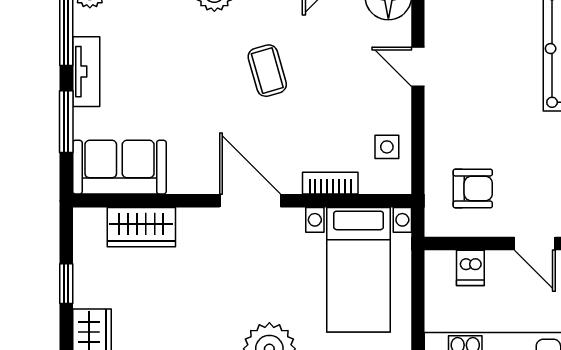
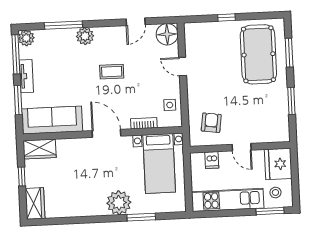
coffee table: (267, 71) -> (112, 72), turned -74
sofa: (119, 167) -> (52, 120), width x1.36
armchair: (473, 188) -> (211, 123), turned -82
wardrobe: (141, 227) -> (40, 149), moved

